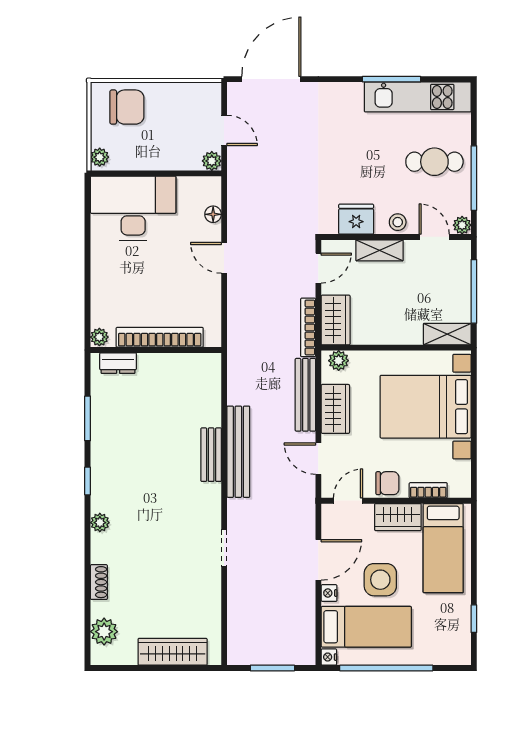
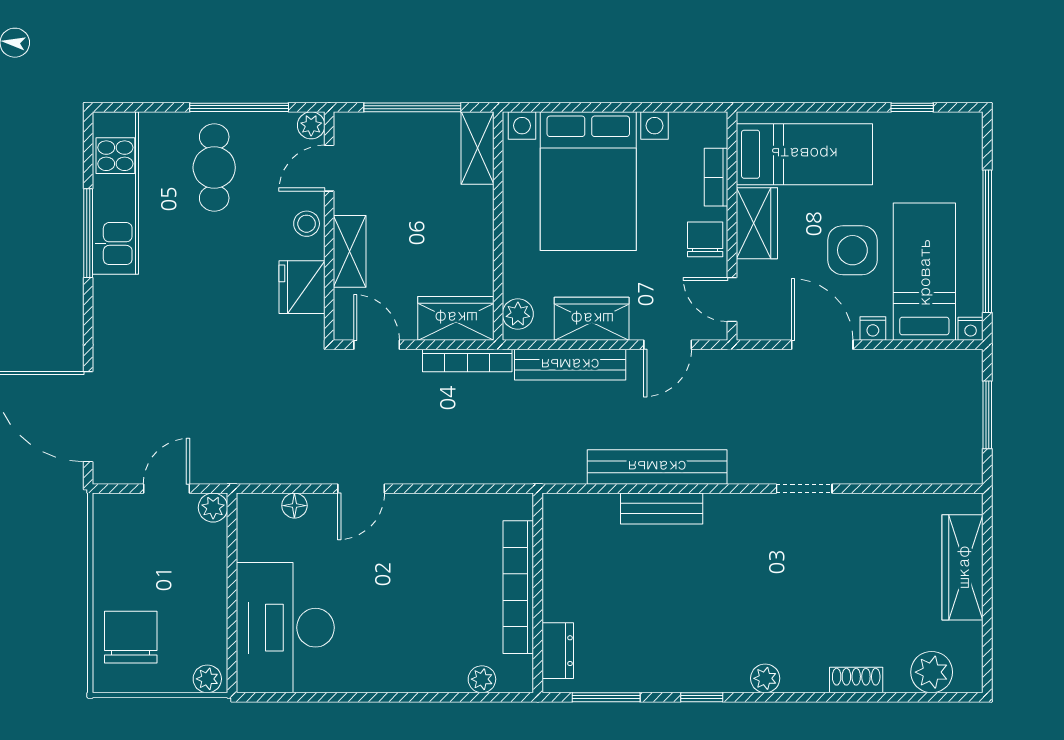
bookcase: (160, 337) -> (518, 587), moved
wall: (156, 350) -> (538, 593), moved
dresser: (118, 363) -> (558, 651), moved

